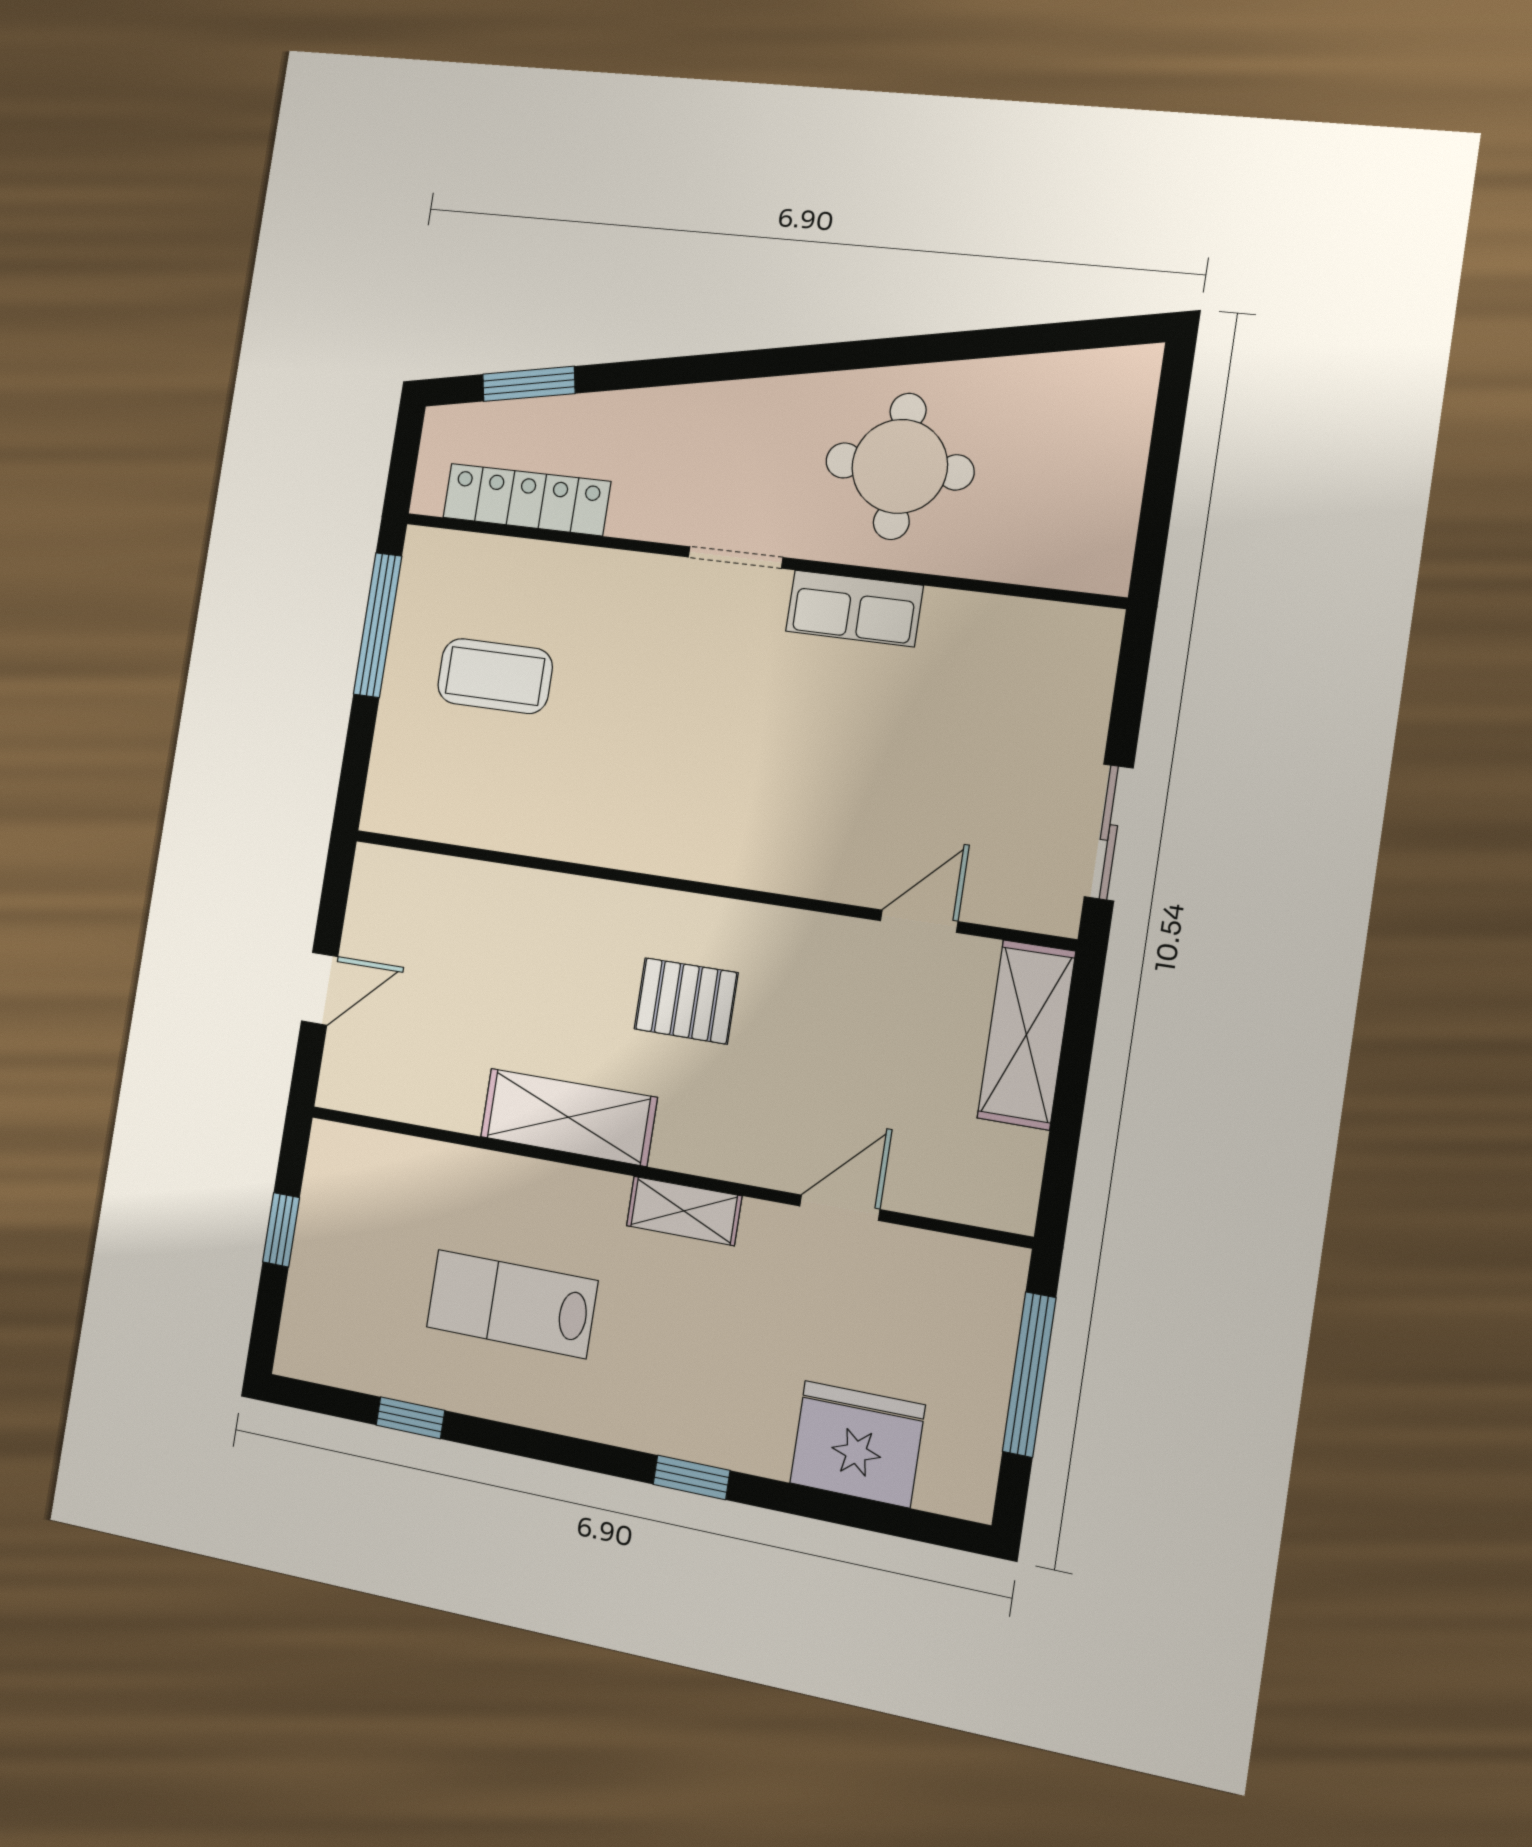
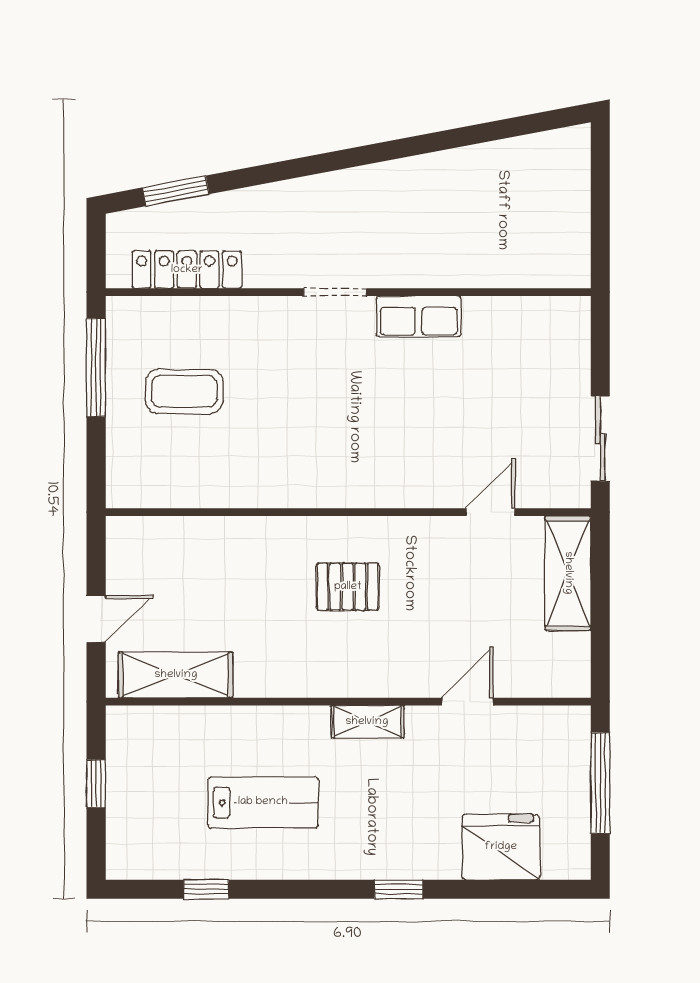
round table: (900, 466) -> (434, 220), removed
shelving: (568, 1117) -> (176, 675), moved
lab bench: (512, 1304) -> (263, 802), turned 180

